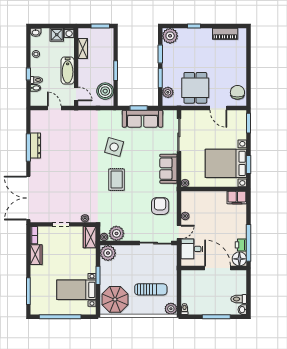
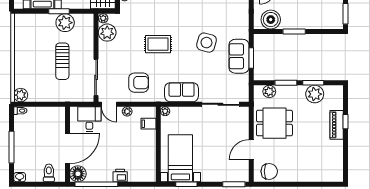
piano: (225, 34) -> (337, 125), moved
plant: (170, 36) -> (315, 94), moved
sofa: (142, 119) -> (239, 56), width x0.73
side table: (114, 147) -> (207, 43), moved
bed with nightstands: (226, 163) -> (180, 158), width x0.73
rug: (117, 180) -> (158, 44), moved
filing cabinet: (237, 198) -> (148, 124), moved, width x0.50
printer: (241, 245) -> (120, 175), moved
plant: (108, 253) -> (65, 23), moved
sun lounger: (151, 289) -> (62, 61), moved
parasol: (115, 299) -> (31, 31), removed
toilet: (239, 299) -> (49, 173), moved

